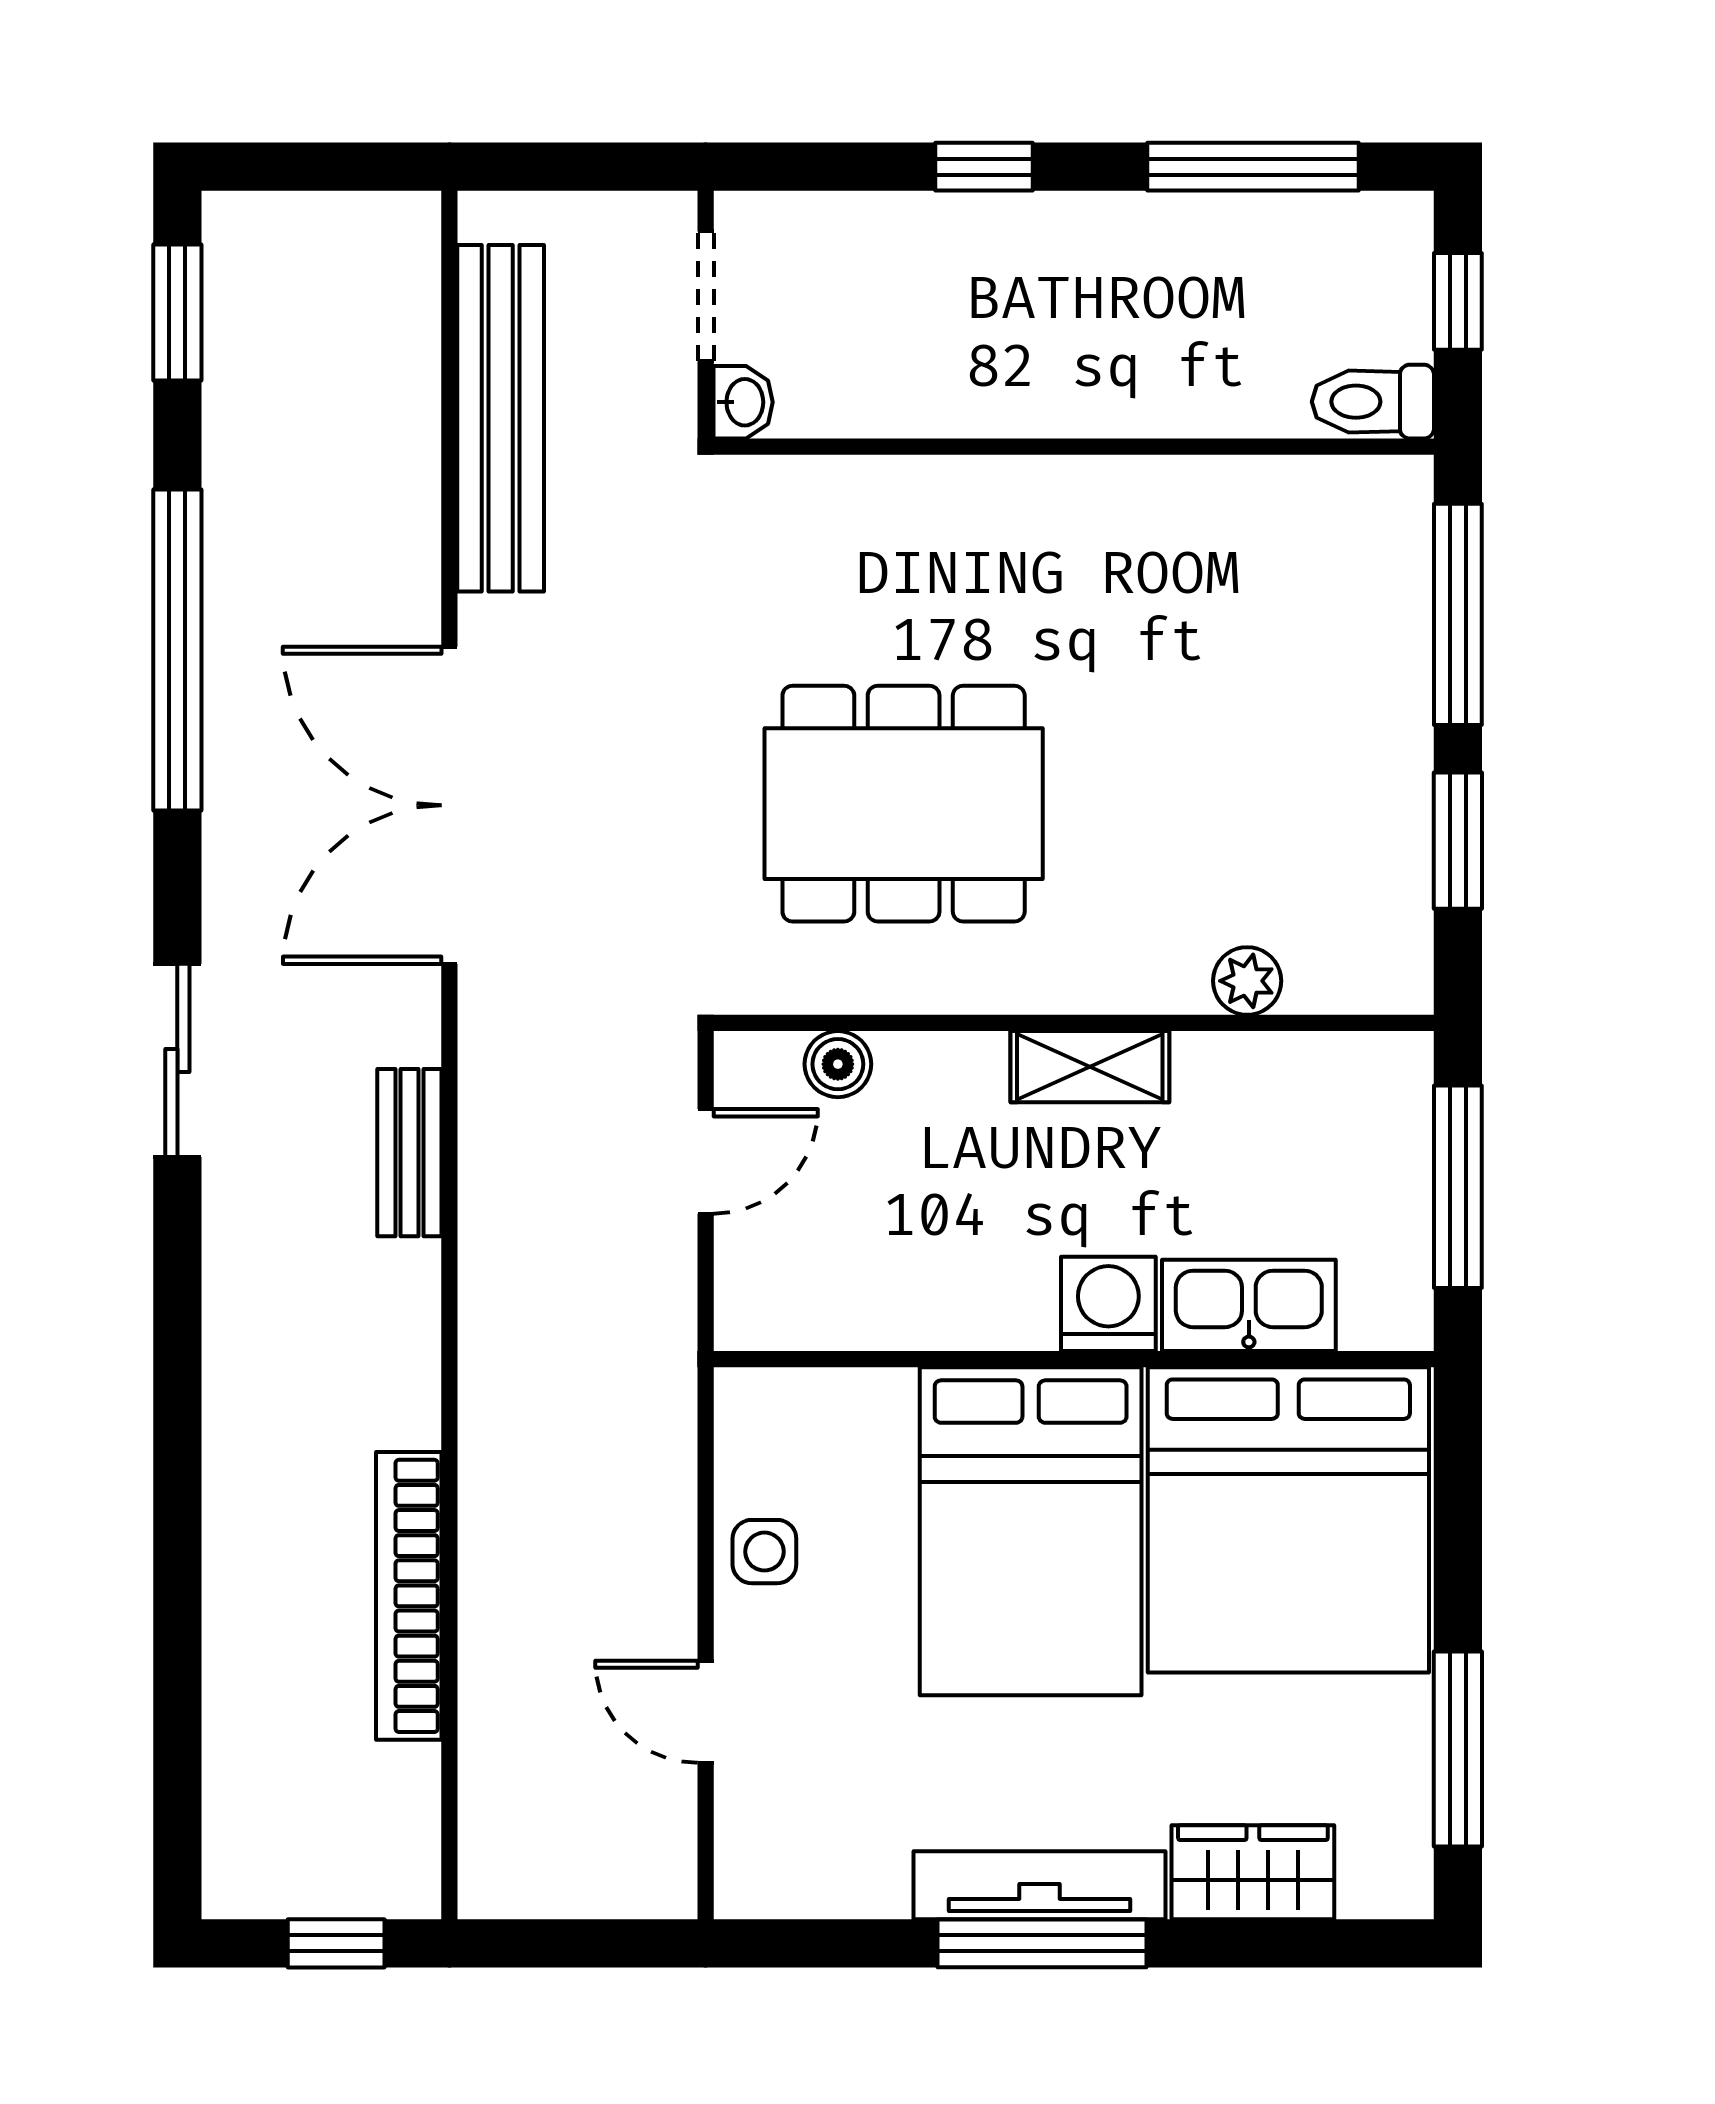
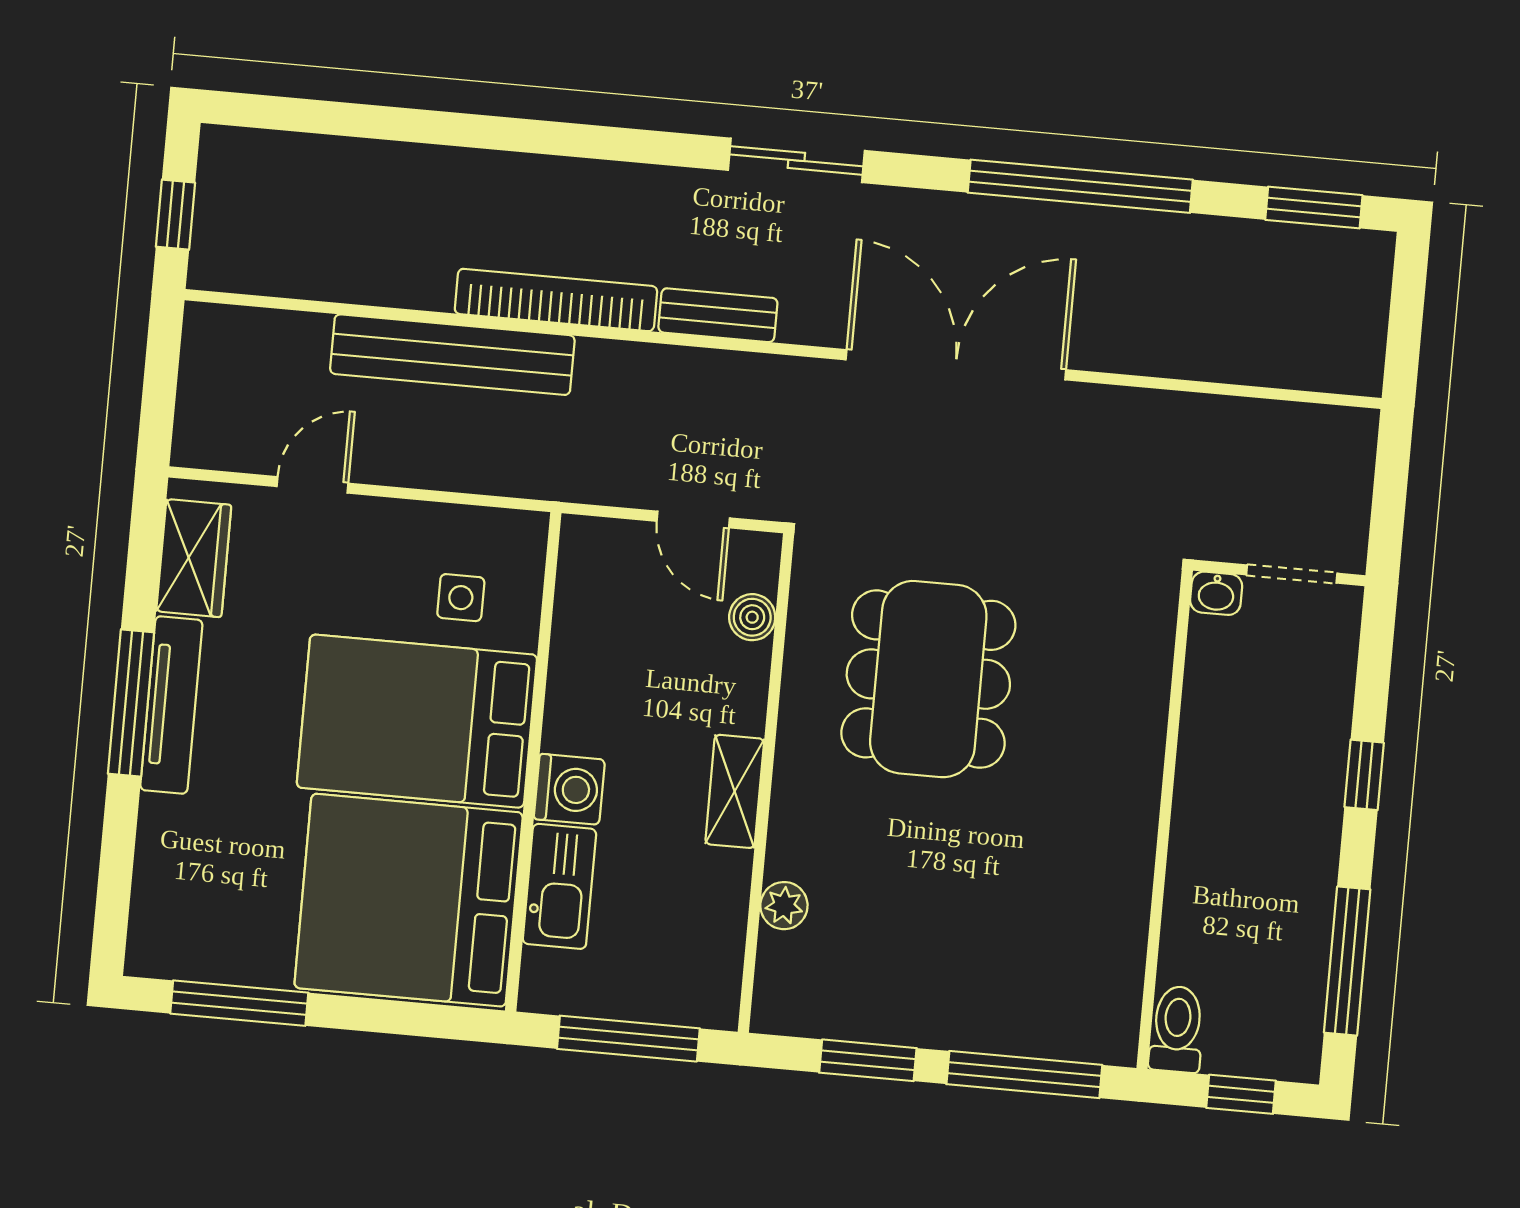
bench: (501, 418) -> (452, 355), moved
side table: (764, 1552) -> (461, 598), moved
bookcase: (409, 1596) -> (556, 300), moved
wardrobe: (1253, 1872) -> (194, 558), moved

